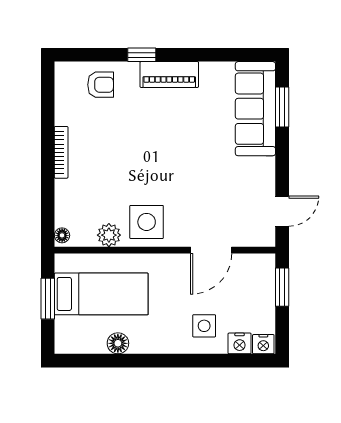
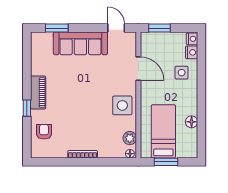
sofa: (255, 109) -> (80, 43), moved
plant: (109, 235) -> (130, 138), moved

